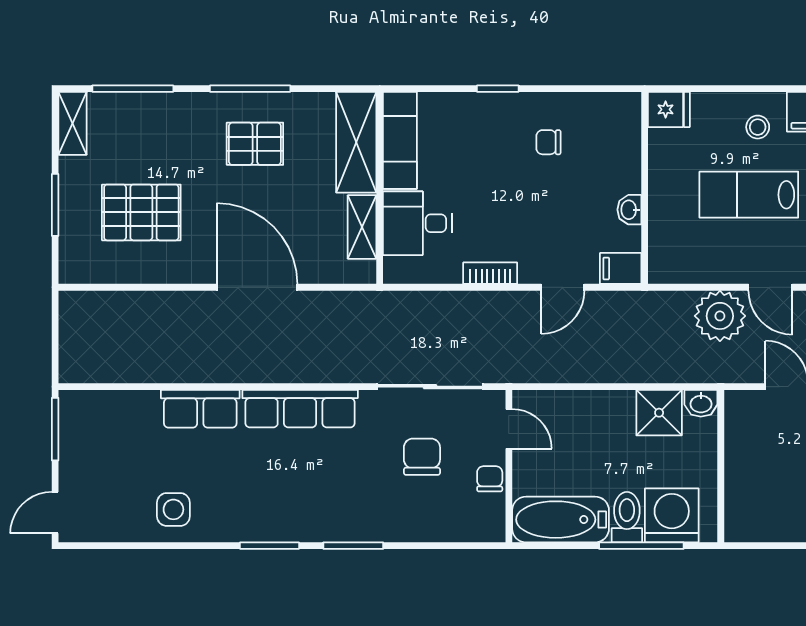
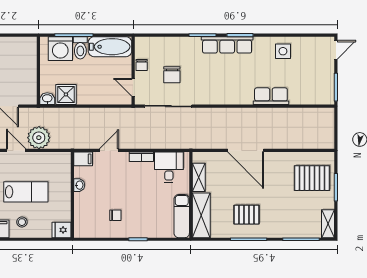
pallet: (141, 212) -> (312, 178), moved
desk: (417, 223) -> (169, 167), moved, turned -90
row of seats: (300, 409) -> (227, 45), moved, turned 180

